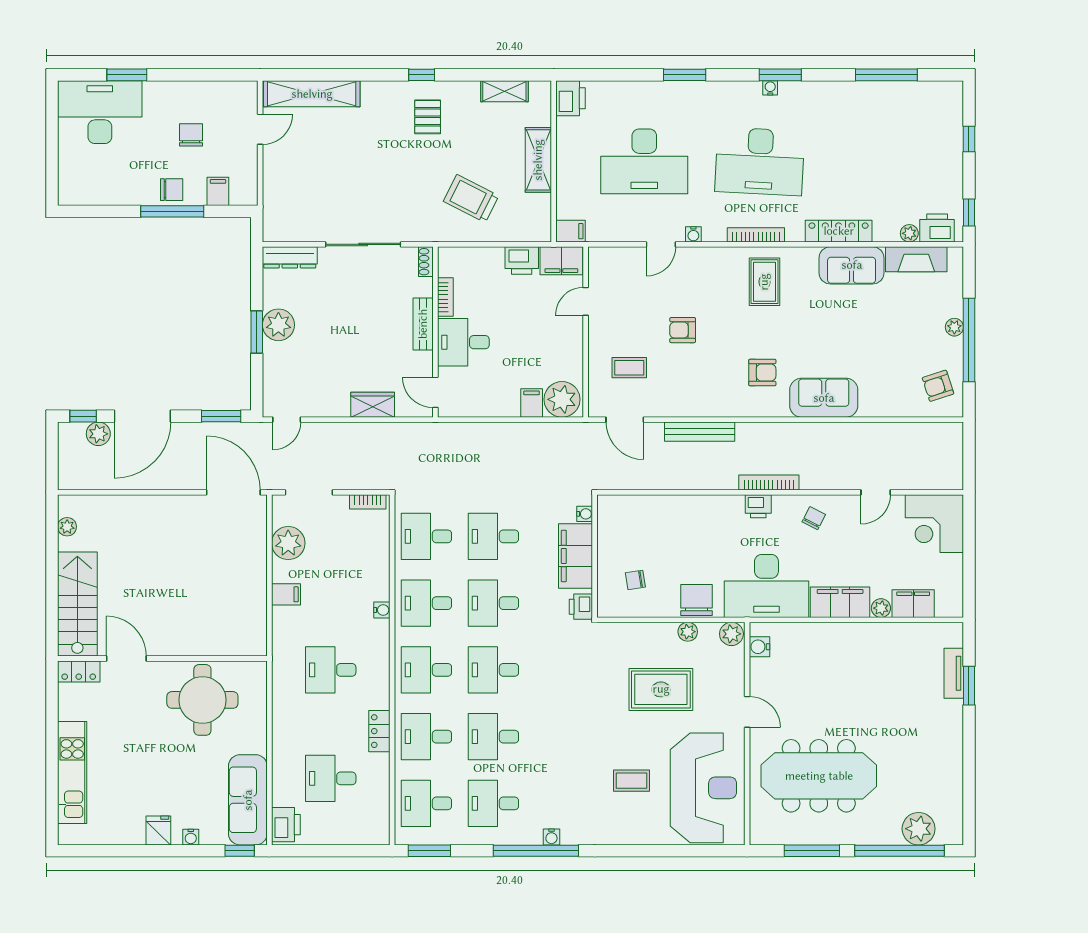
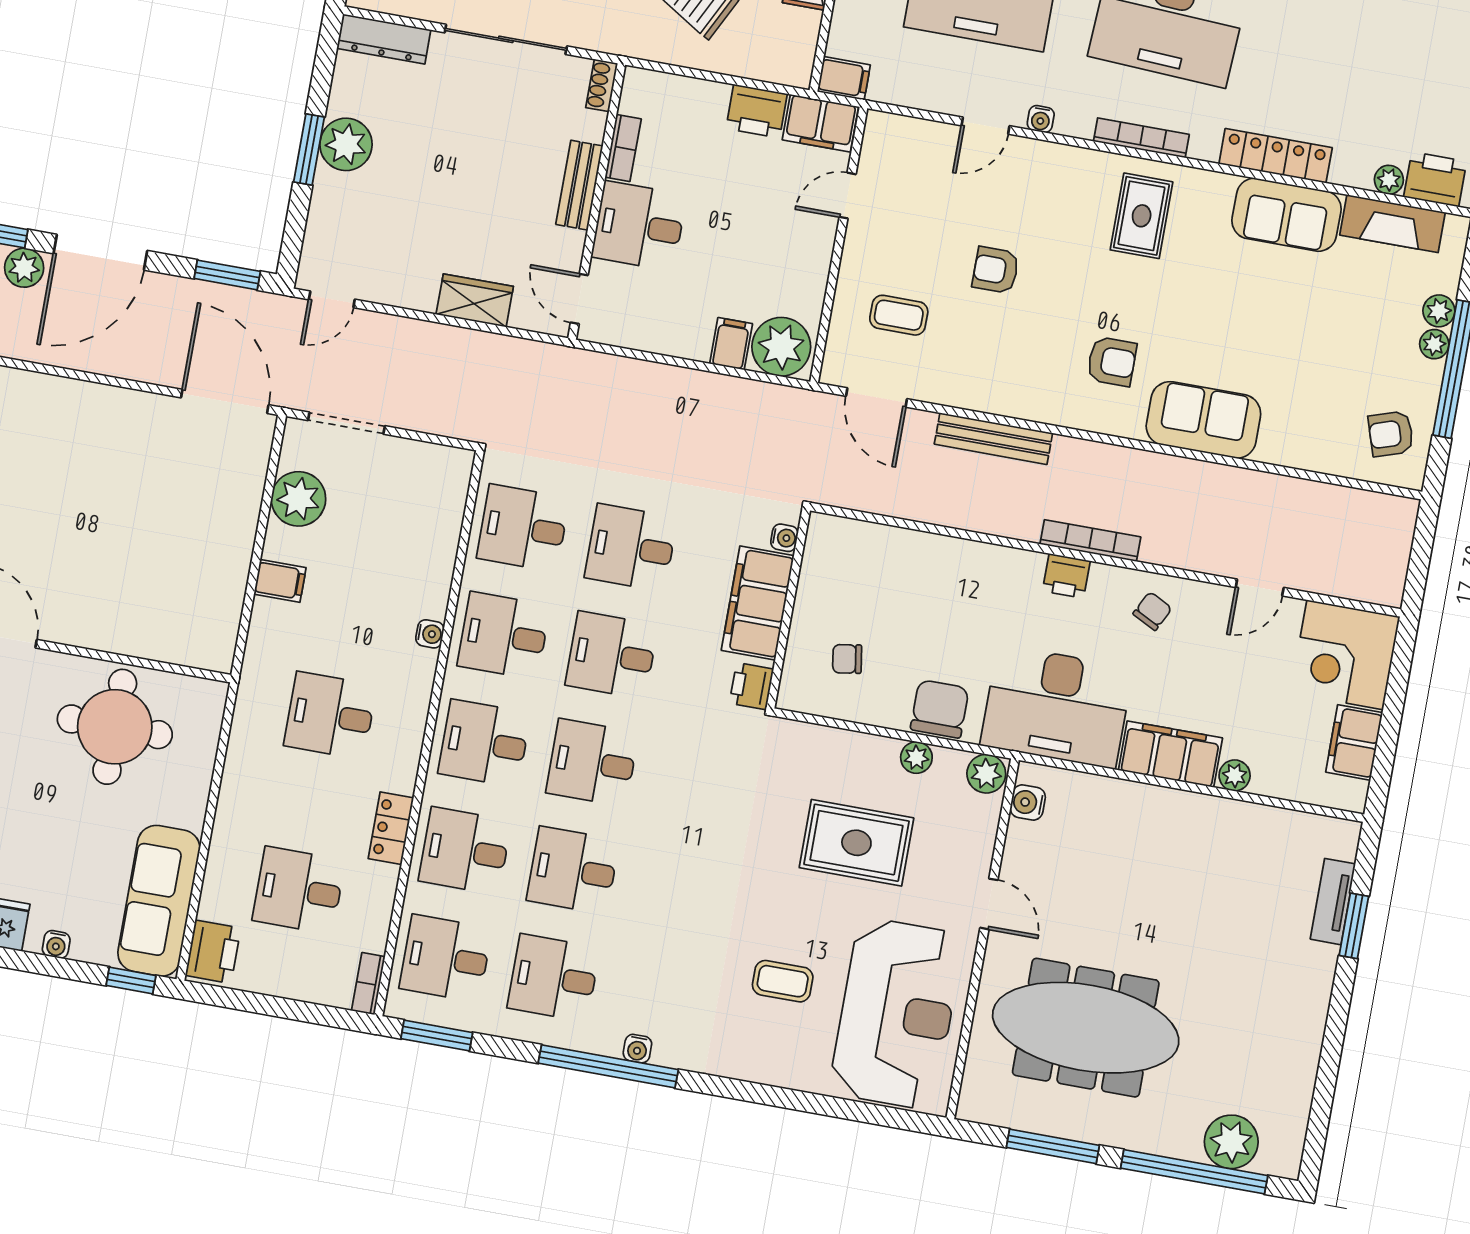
plant: (954, 307) -> (1439, 311), added
bookcase: (368, 502) -> (368, 984), moved, turned 90
filing cabinet: (913, 604) -> (1354, 742), moved, turned -90

